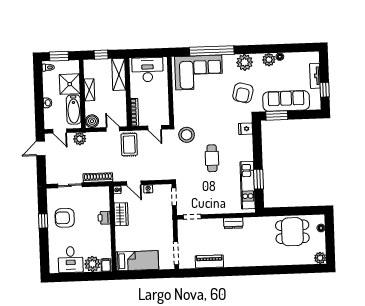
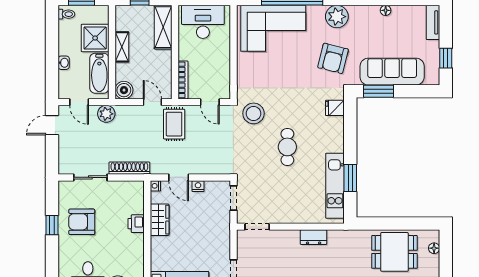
plant: (269, 60) -> (370, 14), removed
tv unit: (315, 76) -> (433, 22), moved

